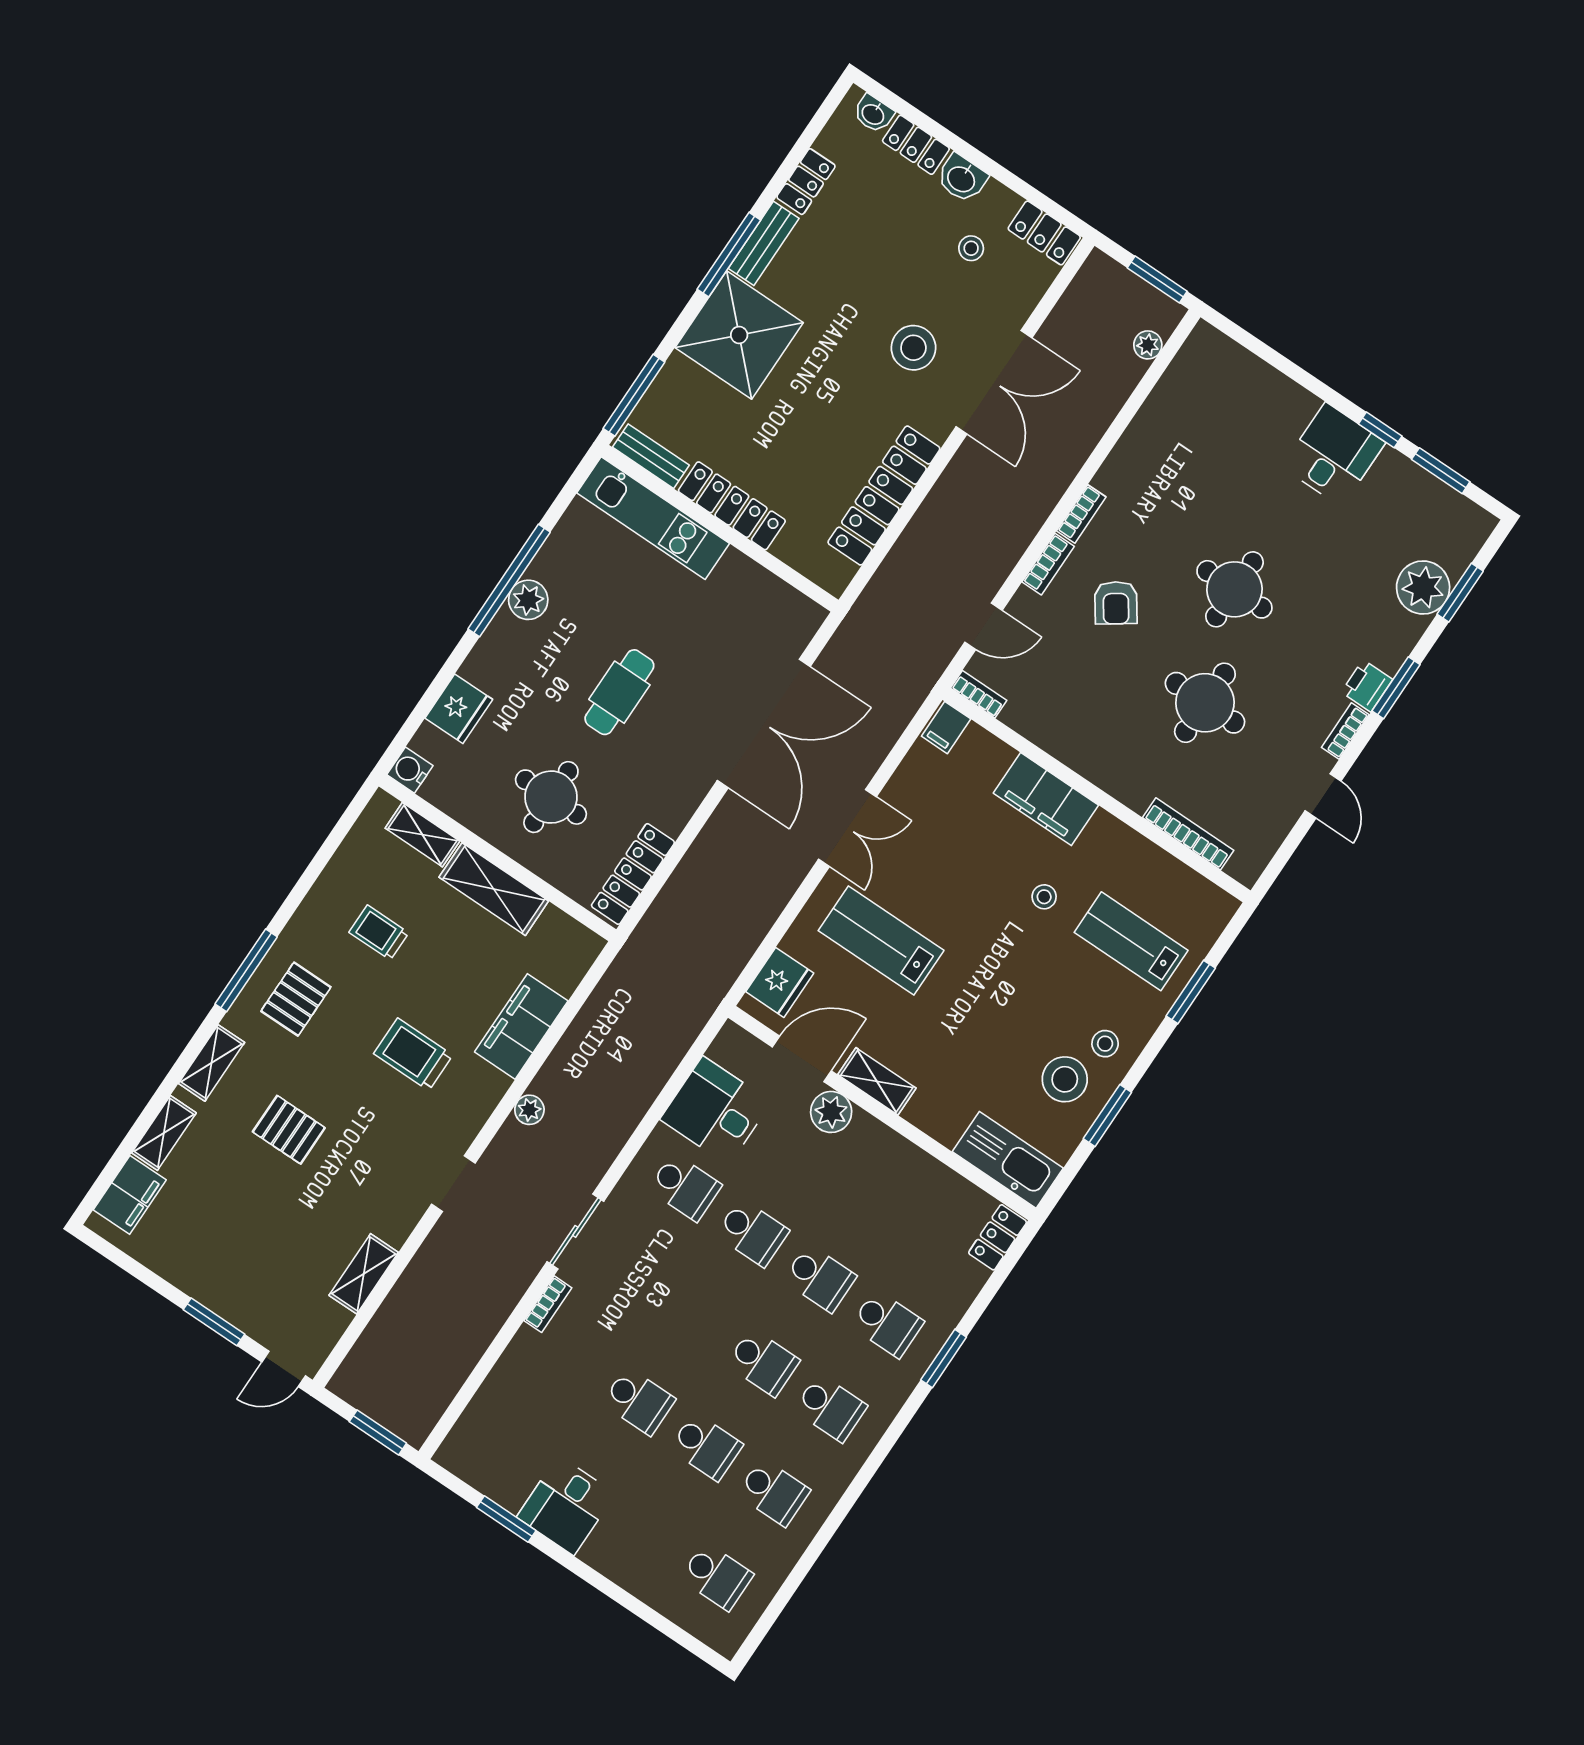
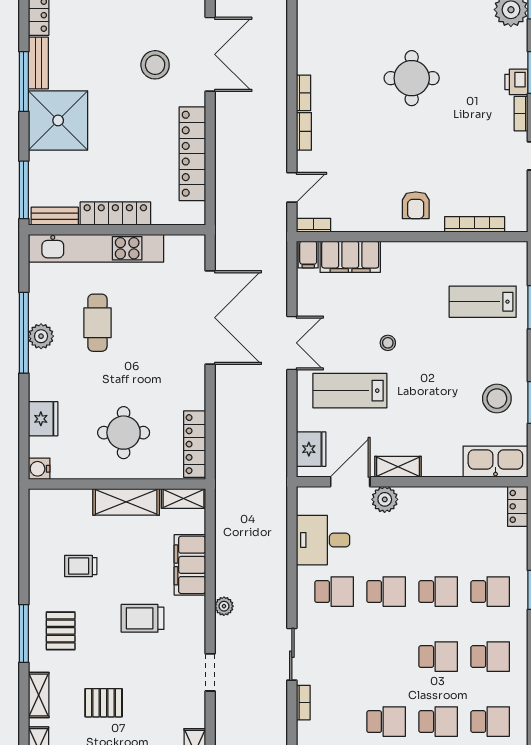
kitchen unit: (653, 518) -> (96, 248), width x1.36
armchair: (1116, 603) -> (416, 205), moved, turned 35
cafe table: (619, 692) -> (97, 323), moved
round table: (1205, 703) -> (437, 149), removed
filing cabinet: (1046, 799) -> (350, 257), moved
shelving: (422, 835) -> (183, 499), moved
stool: (1044, 897) -> (388, 343), moved
stool: (1105, 1044) -> (506, 365), removed

